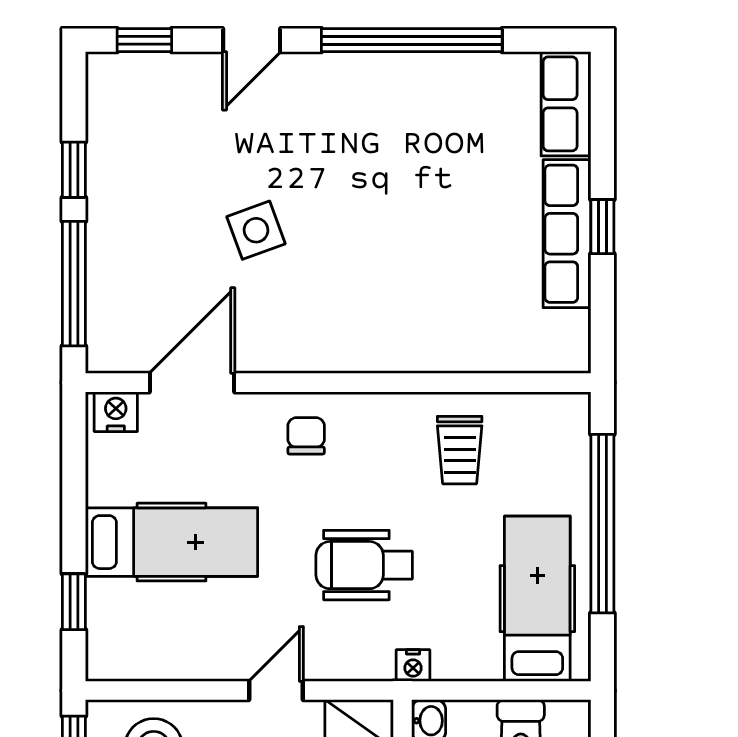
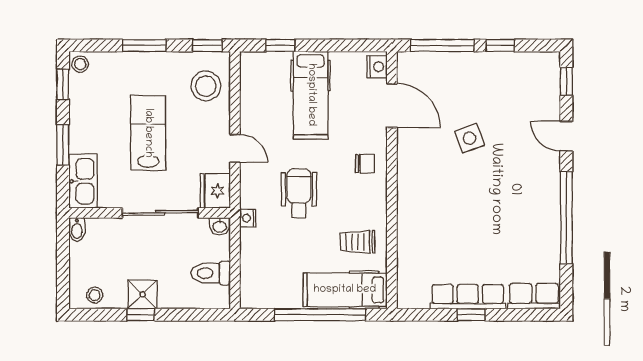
hospital bed: (537, 599) -> (345, 290), moved, turned 180

